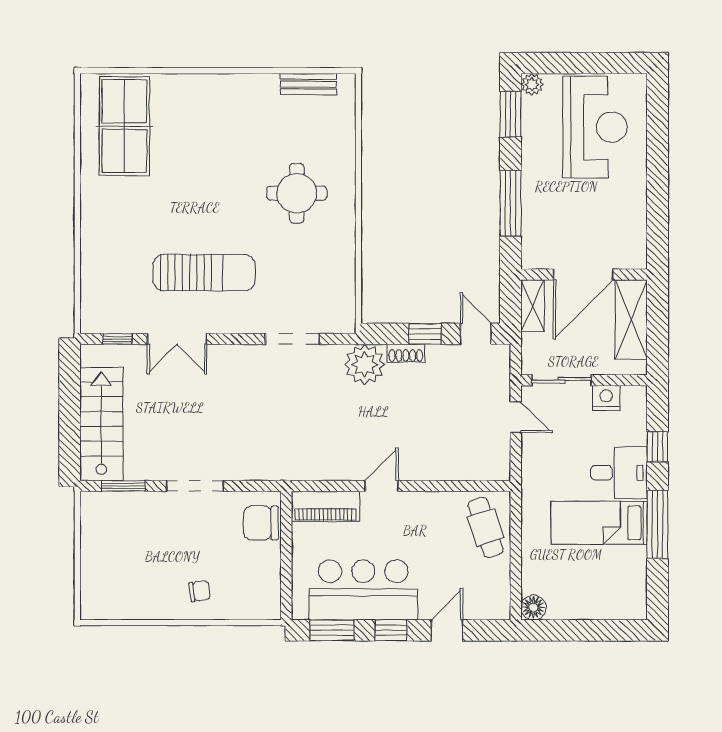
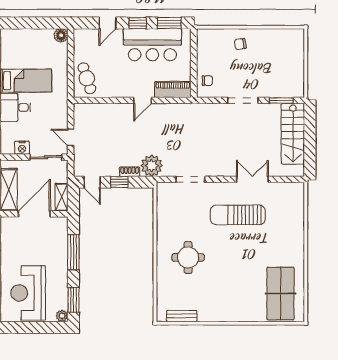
window: (117, 339) -> (284, 179), removed
chair: (261, 523) -> (207, 81), width x0.54, depth x0.54

